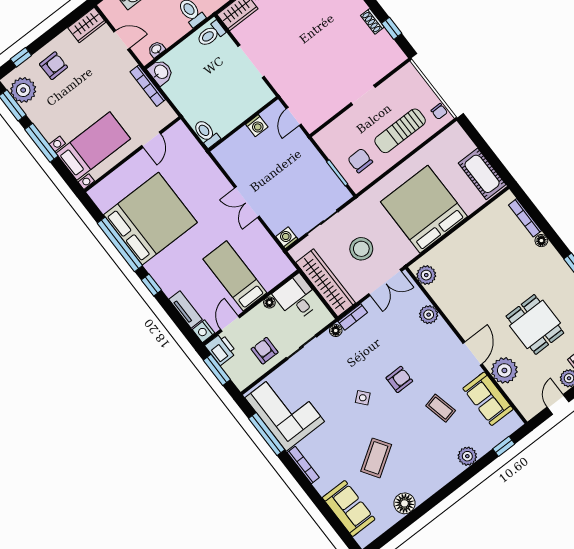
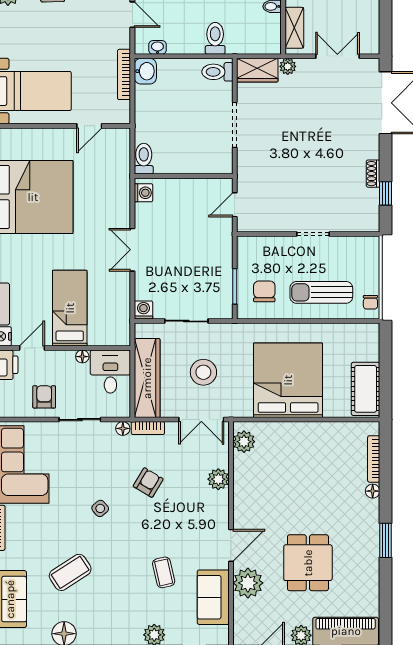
washing machine: (257, 126) -> (144, 193), moved, turned -90
armchair: (399, 379) -> (148, 483), moved, turned -59

